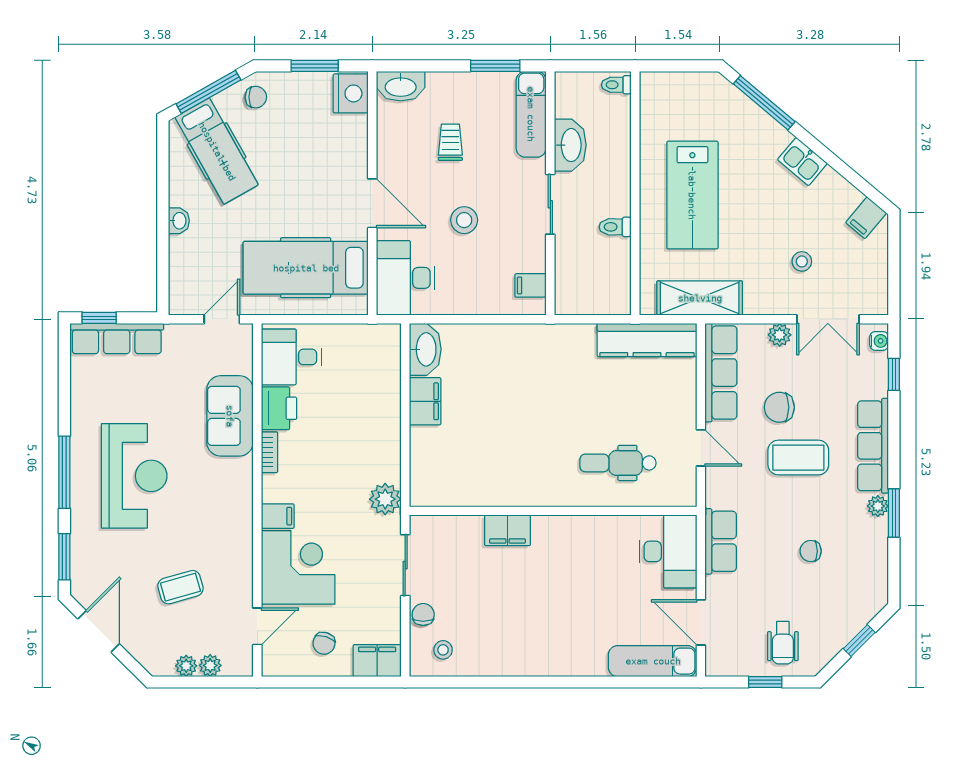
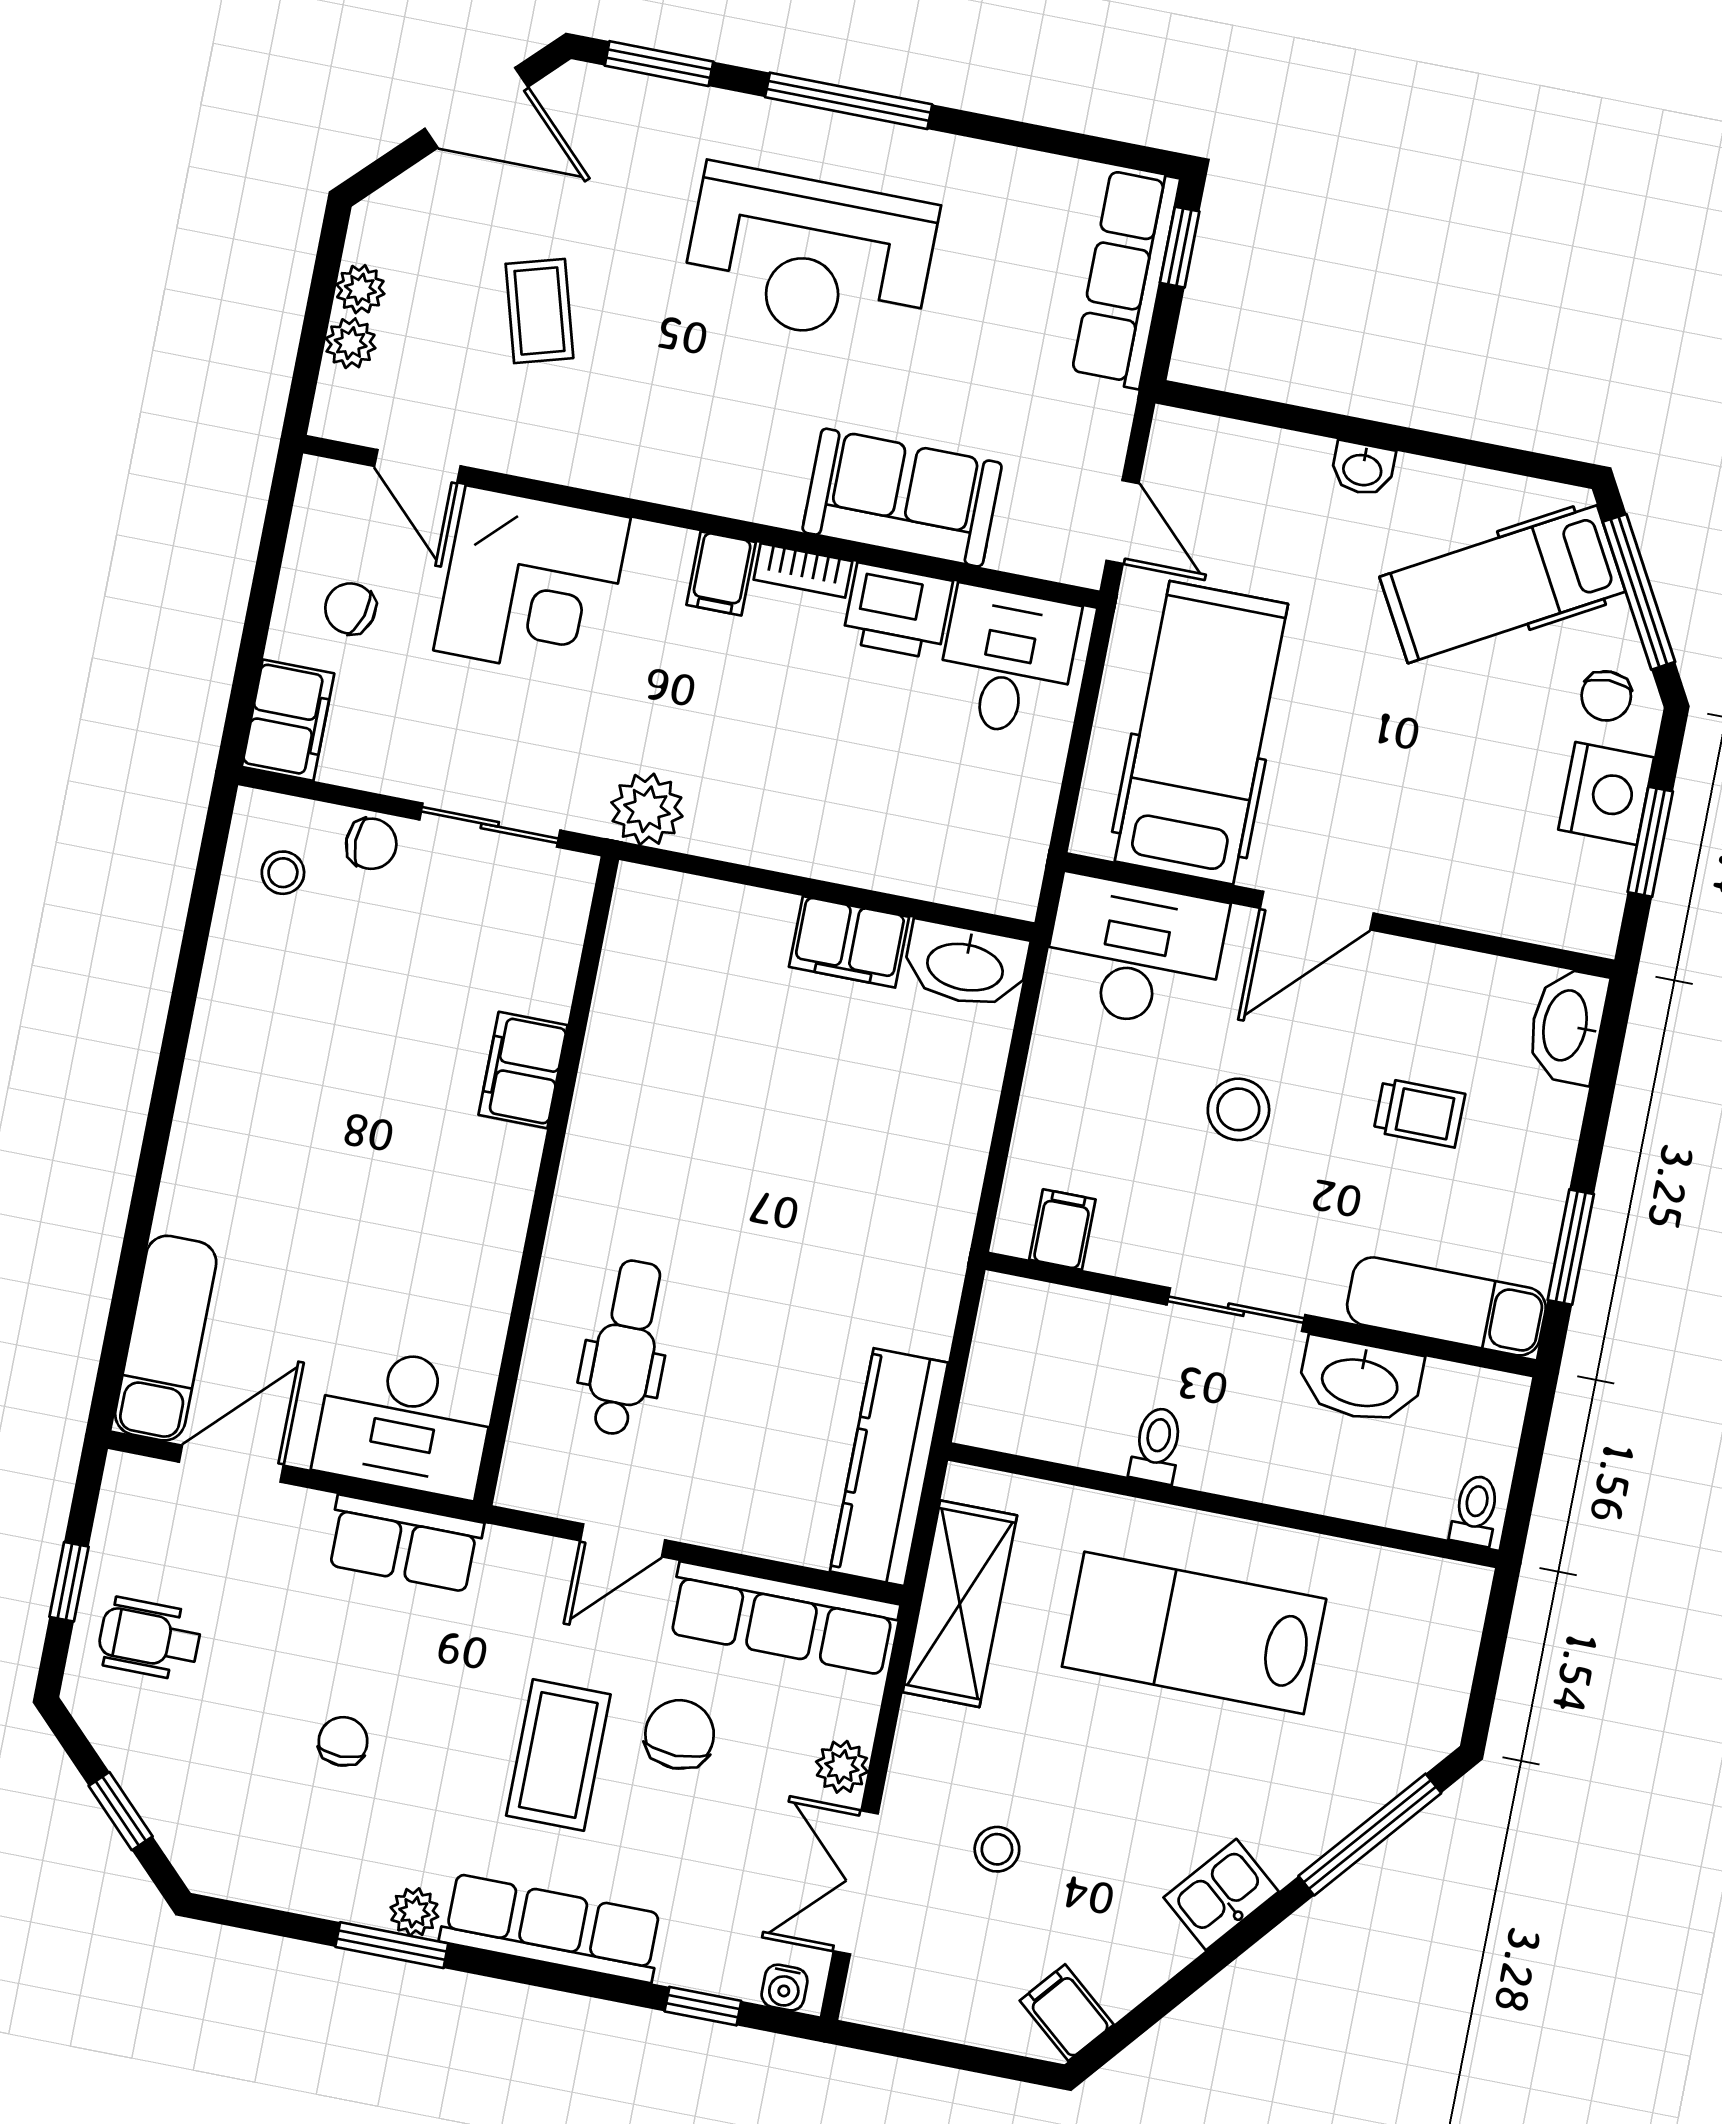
nightstand: (351, 93) -> (1606, 794), moved, turned -90
filing cabinet: (278, 516) -> (721, 573), moved

